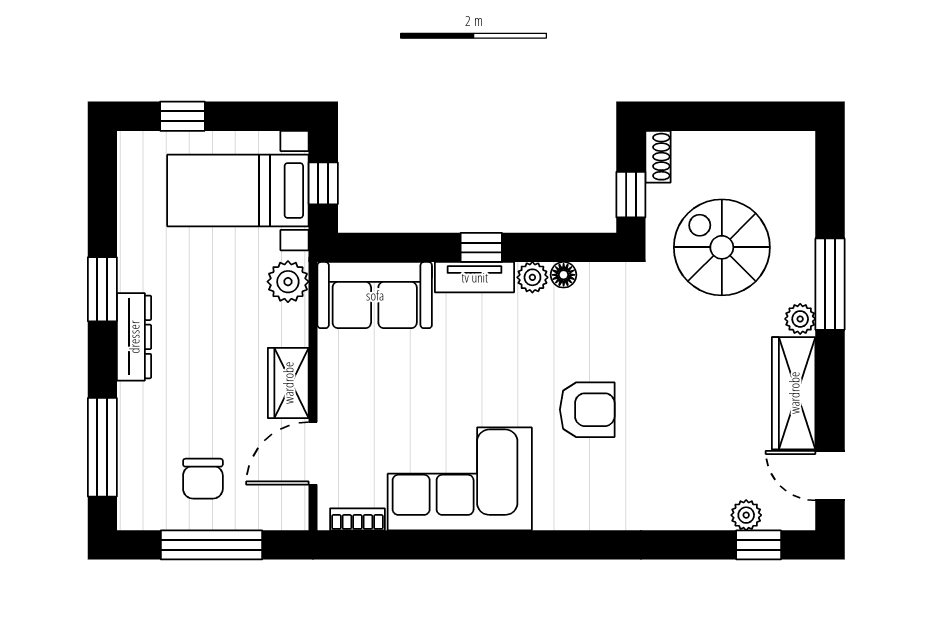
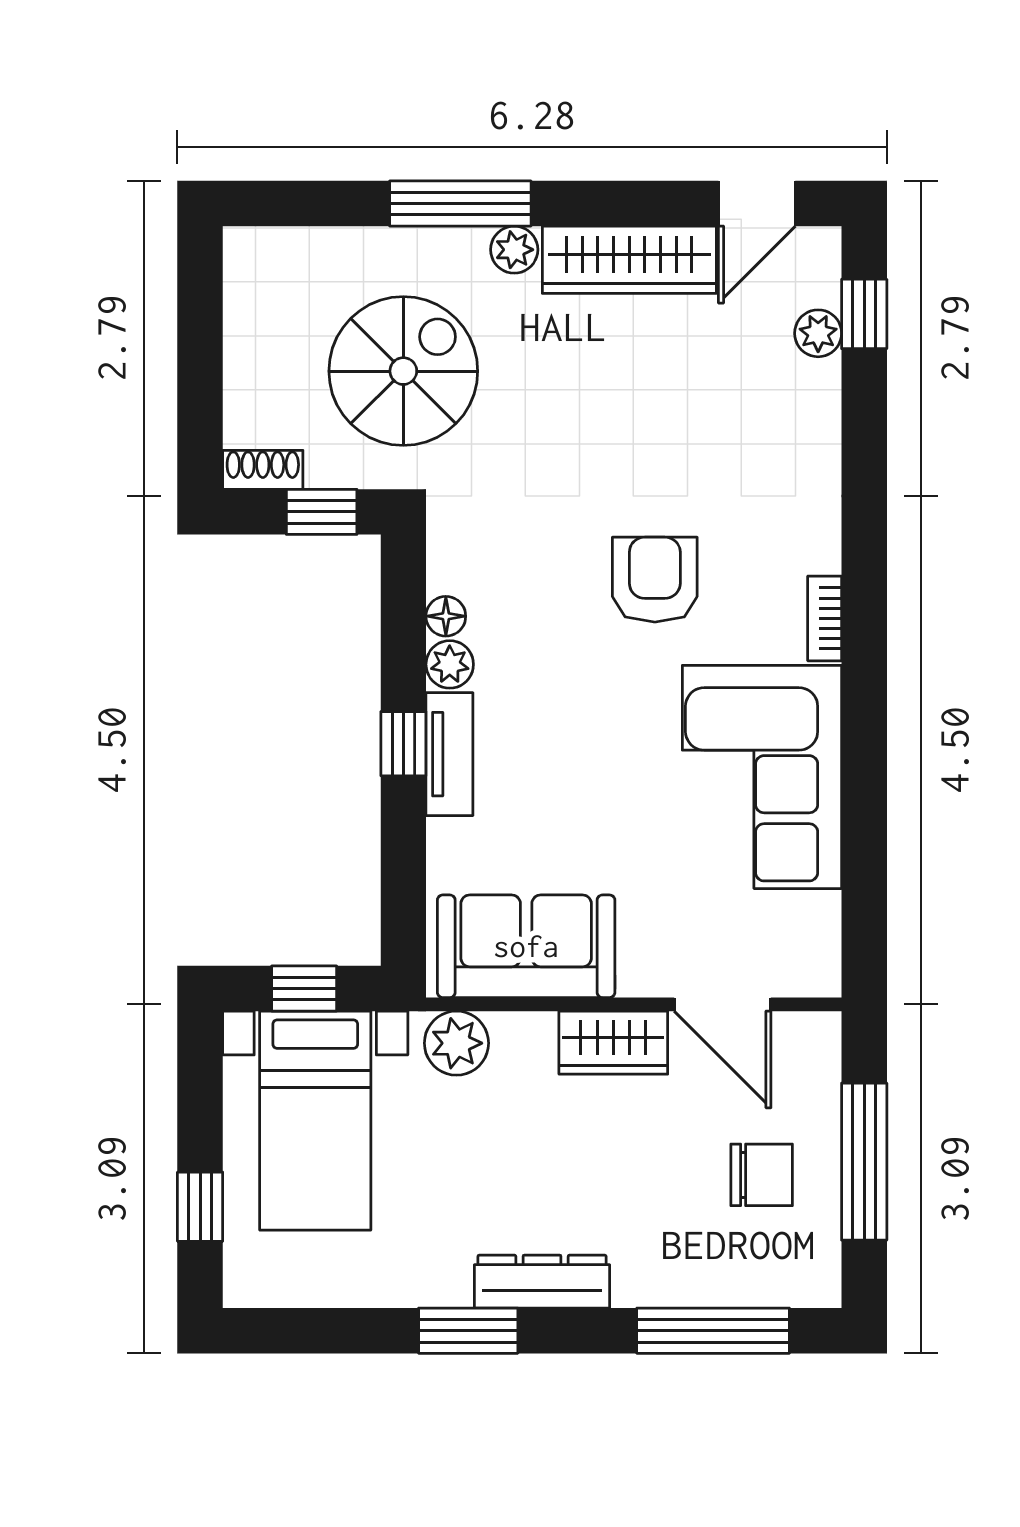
spiral stairs: (722, 247) -> (403, 371), turned 180
sofa: (375, 295) -> (526, 946), moved, turned -90
bookcase: (357, 519) -> (825, 618), moved

